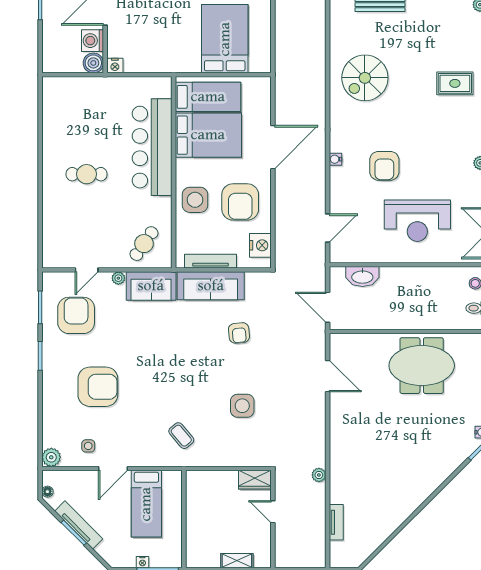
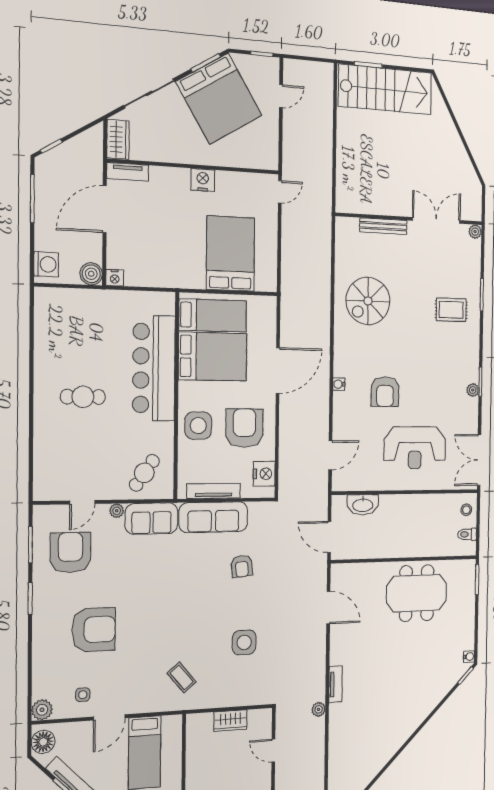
washing machine: (92, 41) -> (46, 264), moved, turned 180
armchair: (240, 202) -> (244, 428), turned 180
wardrobe: (255, 480) -> (230, 721), moved
floor lamp: (47, 492) -> (43, 742), width x1.89, depth x1.89
tv unit: (336, 522) -> (335, 684), moved

